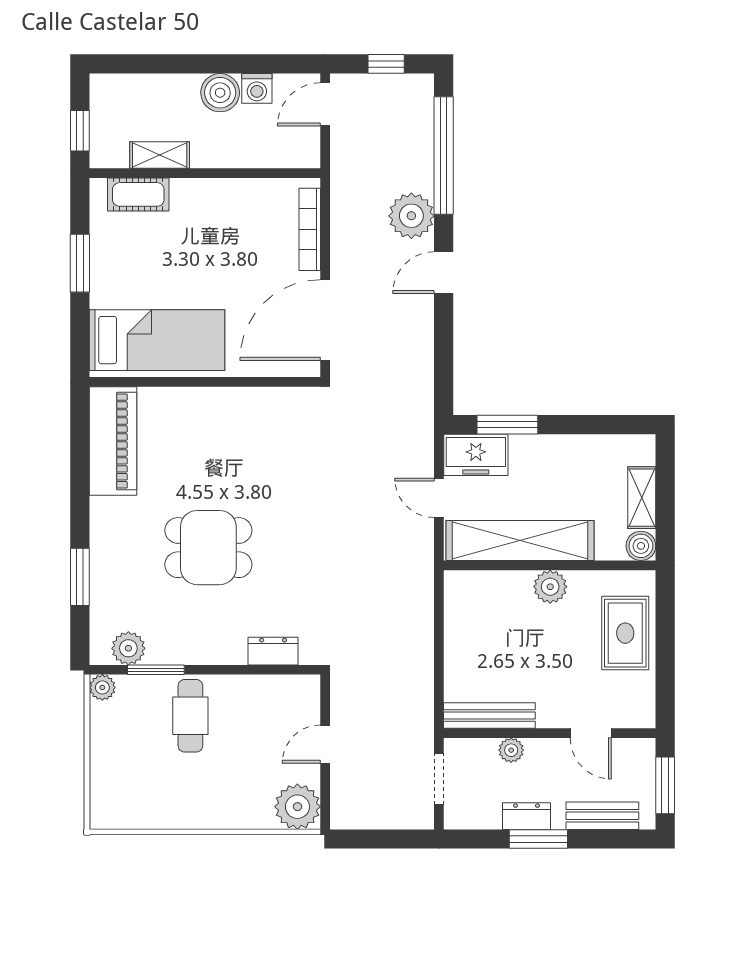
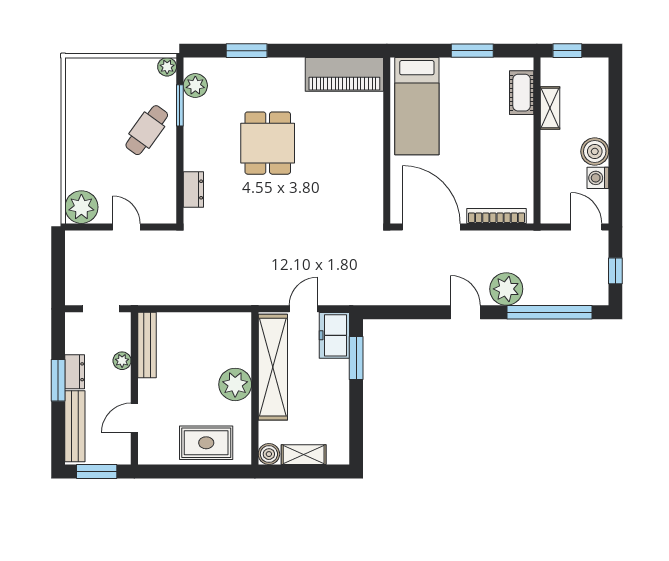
plant: (550, 587) -> (235, 384), width x1.36, depth x1.36
cafe table: (190, 716) -> (147, 130), turned -54
bench: (602, 816) -> (75, 426), width x1.36

